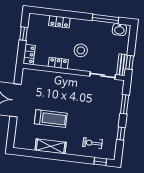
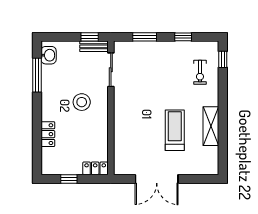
locker: (58, 63) -> (102, 129), removed

